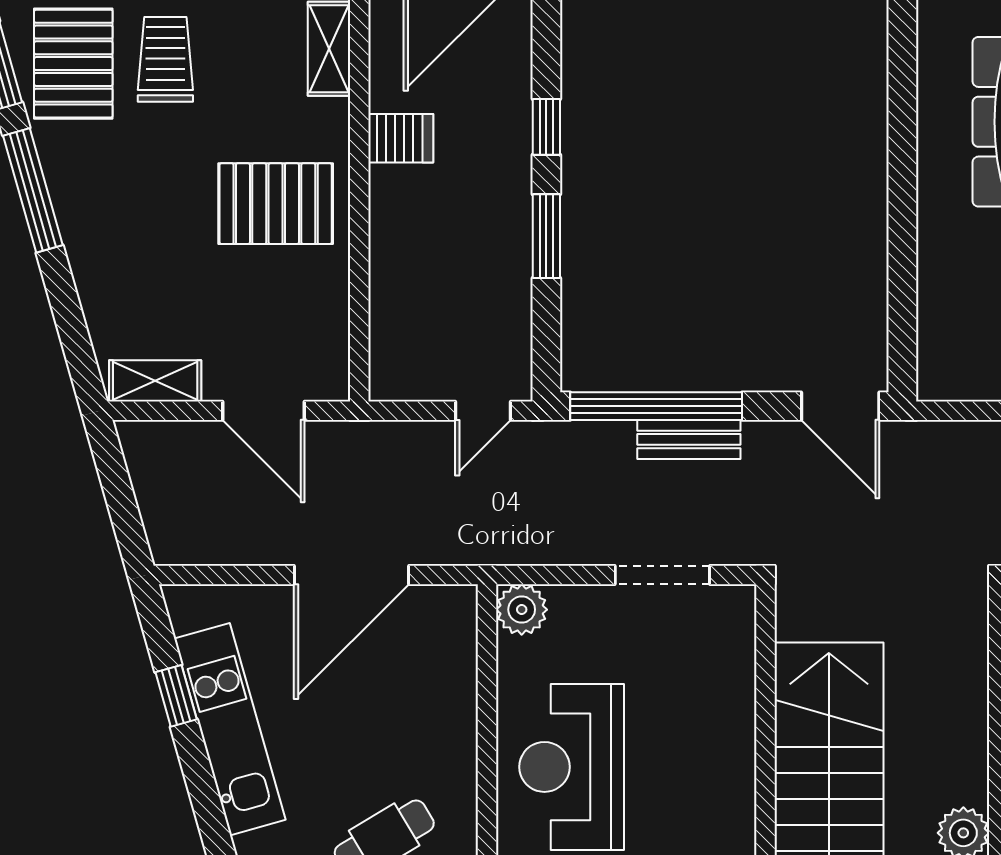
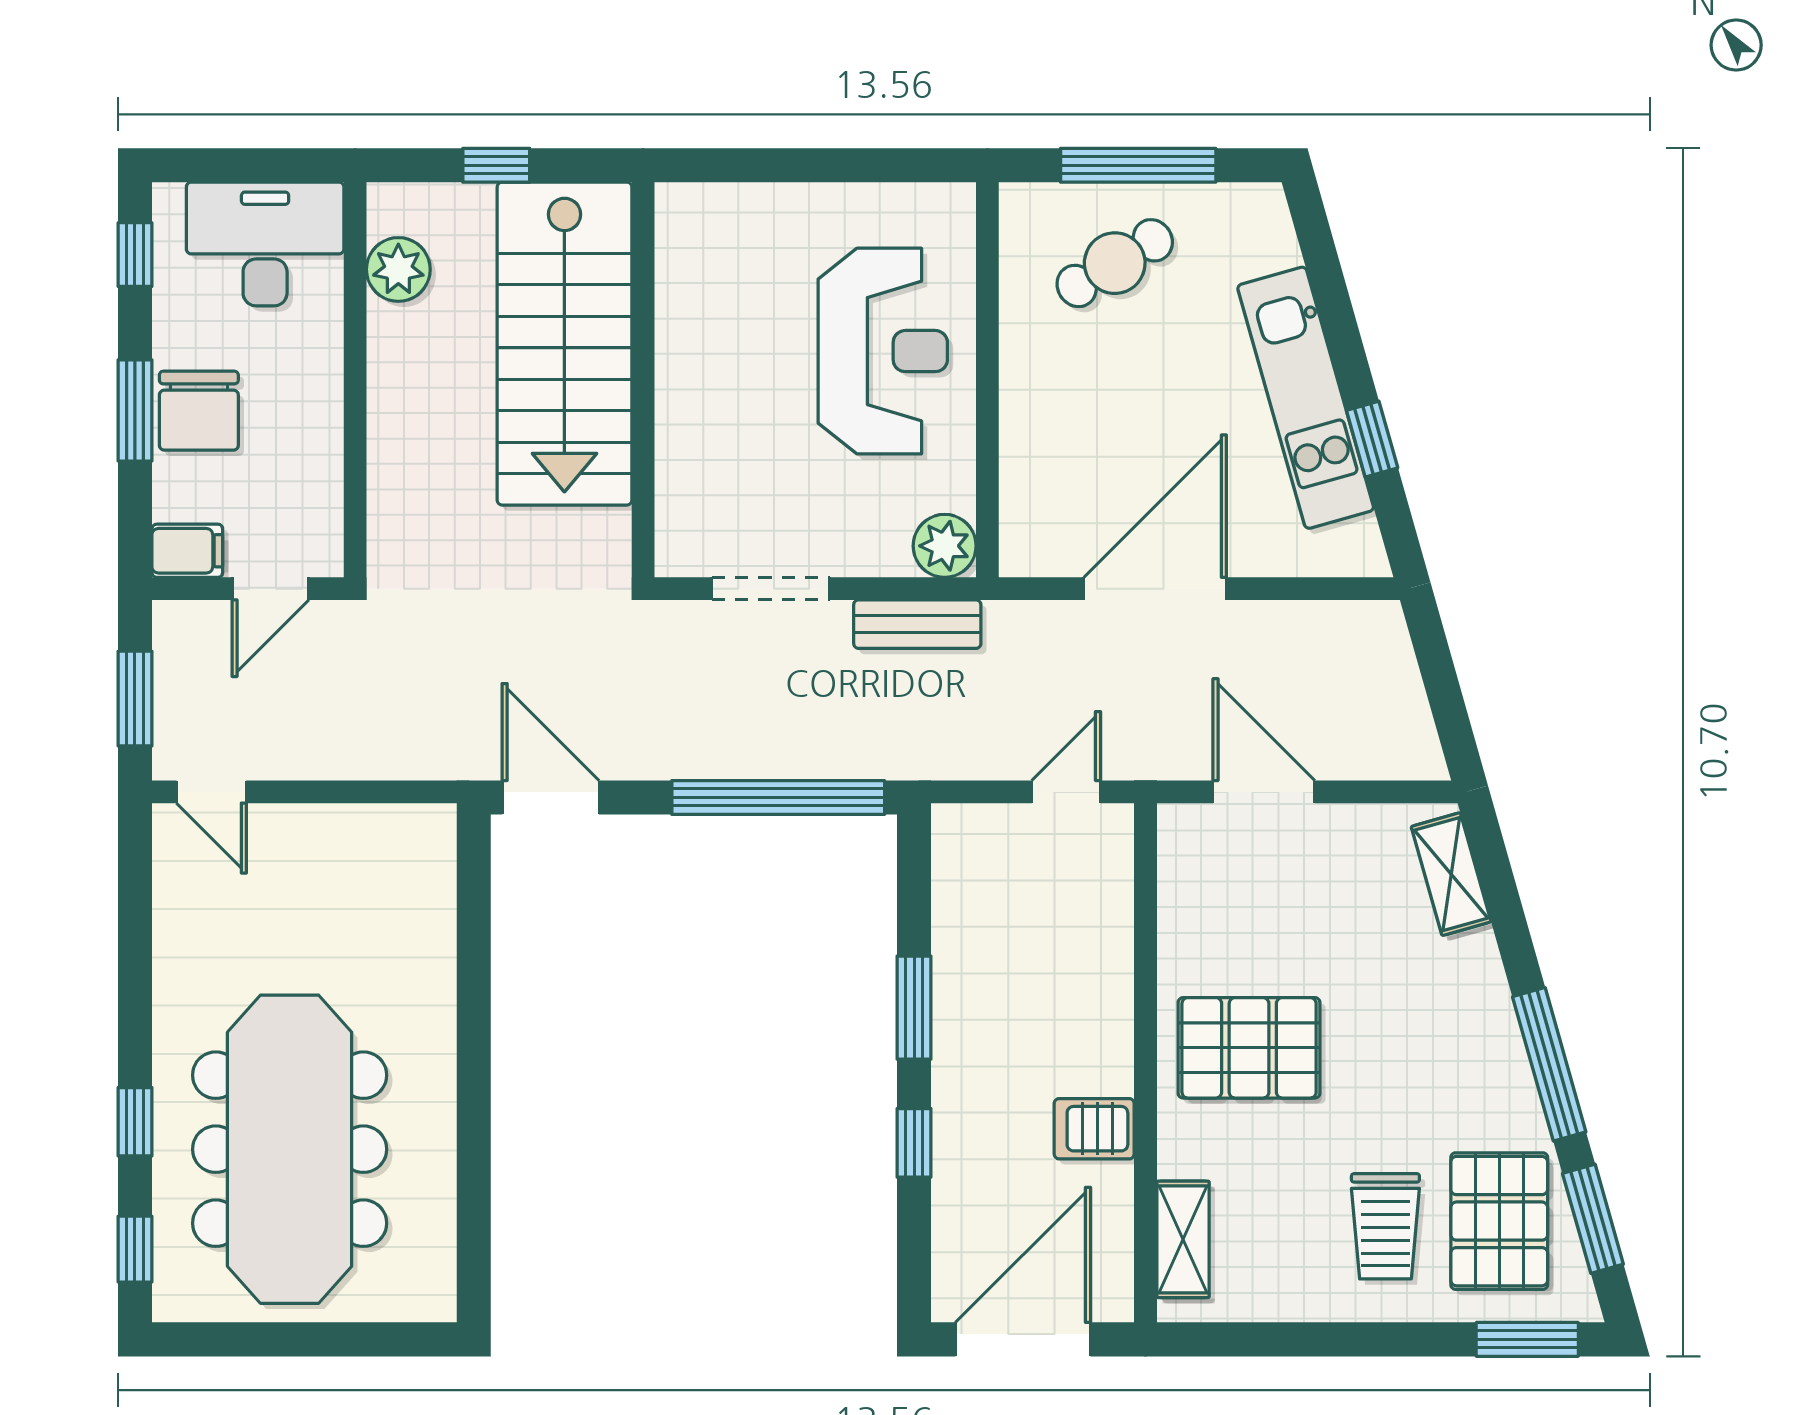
shelving: (155, 381) -> (1451, 874), moved, turned 74
door: (483, 411) -> (1066, 792), moved
bench: (689, 439) -> (917, 624), moved

